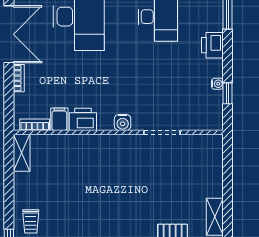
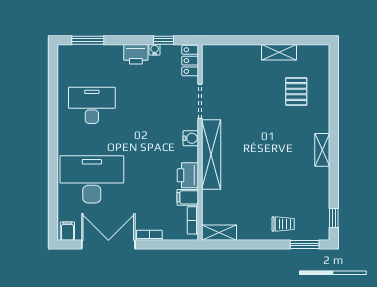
printer: (212, 45) -> (136, 54), moved
locker: (206, 122) -> (190, 61), added
shelving: (105, 144) -> (211, 155), added

